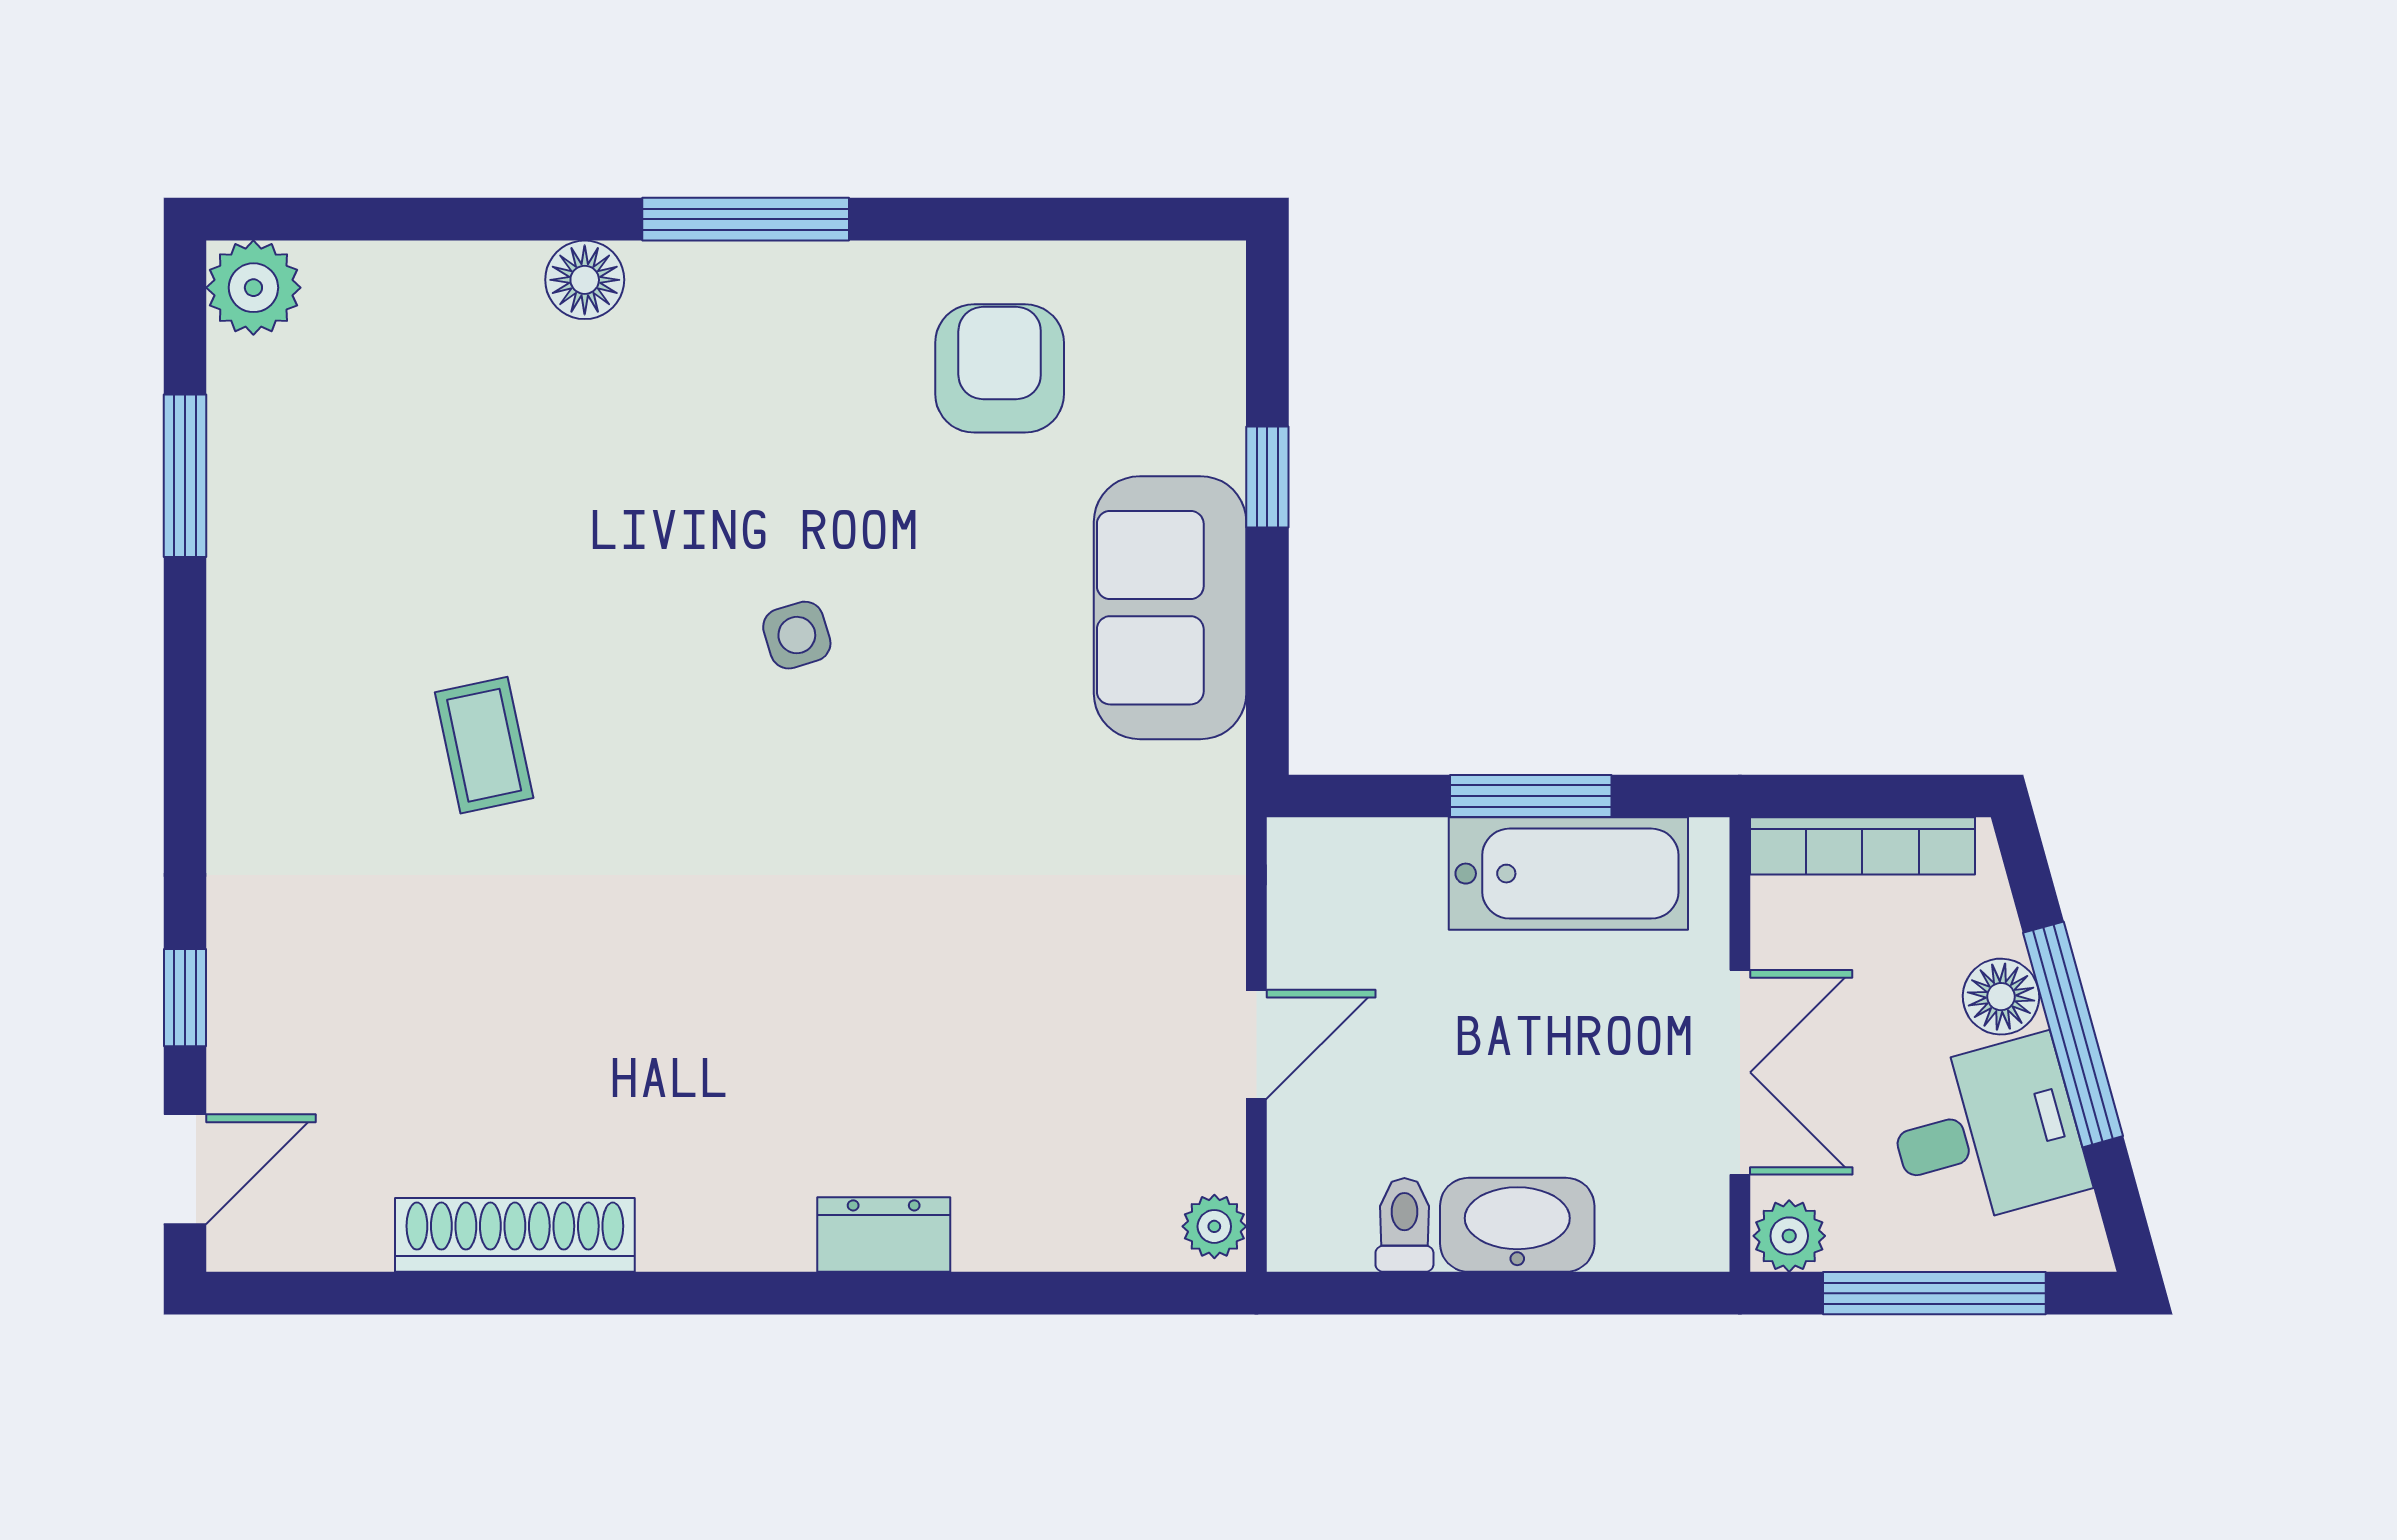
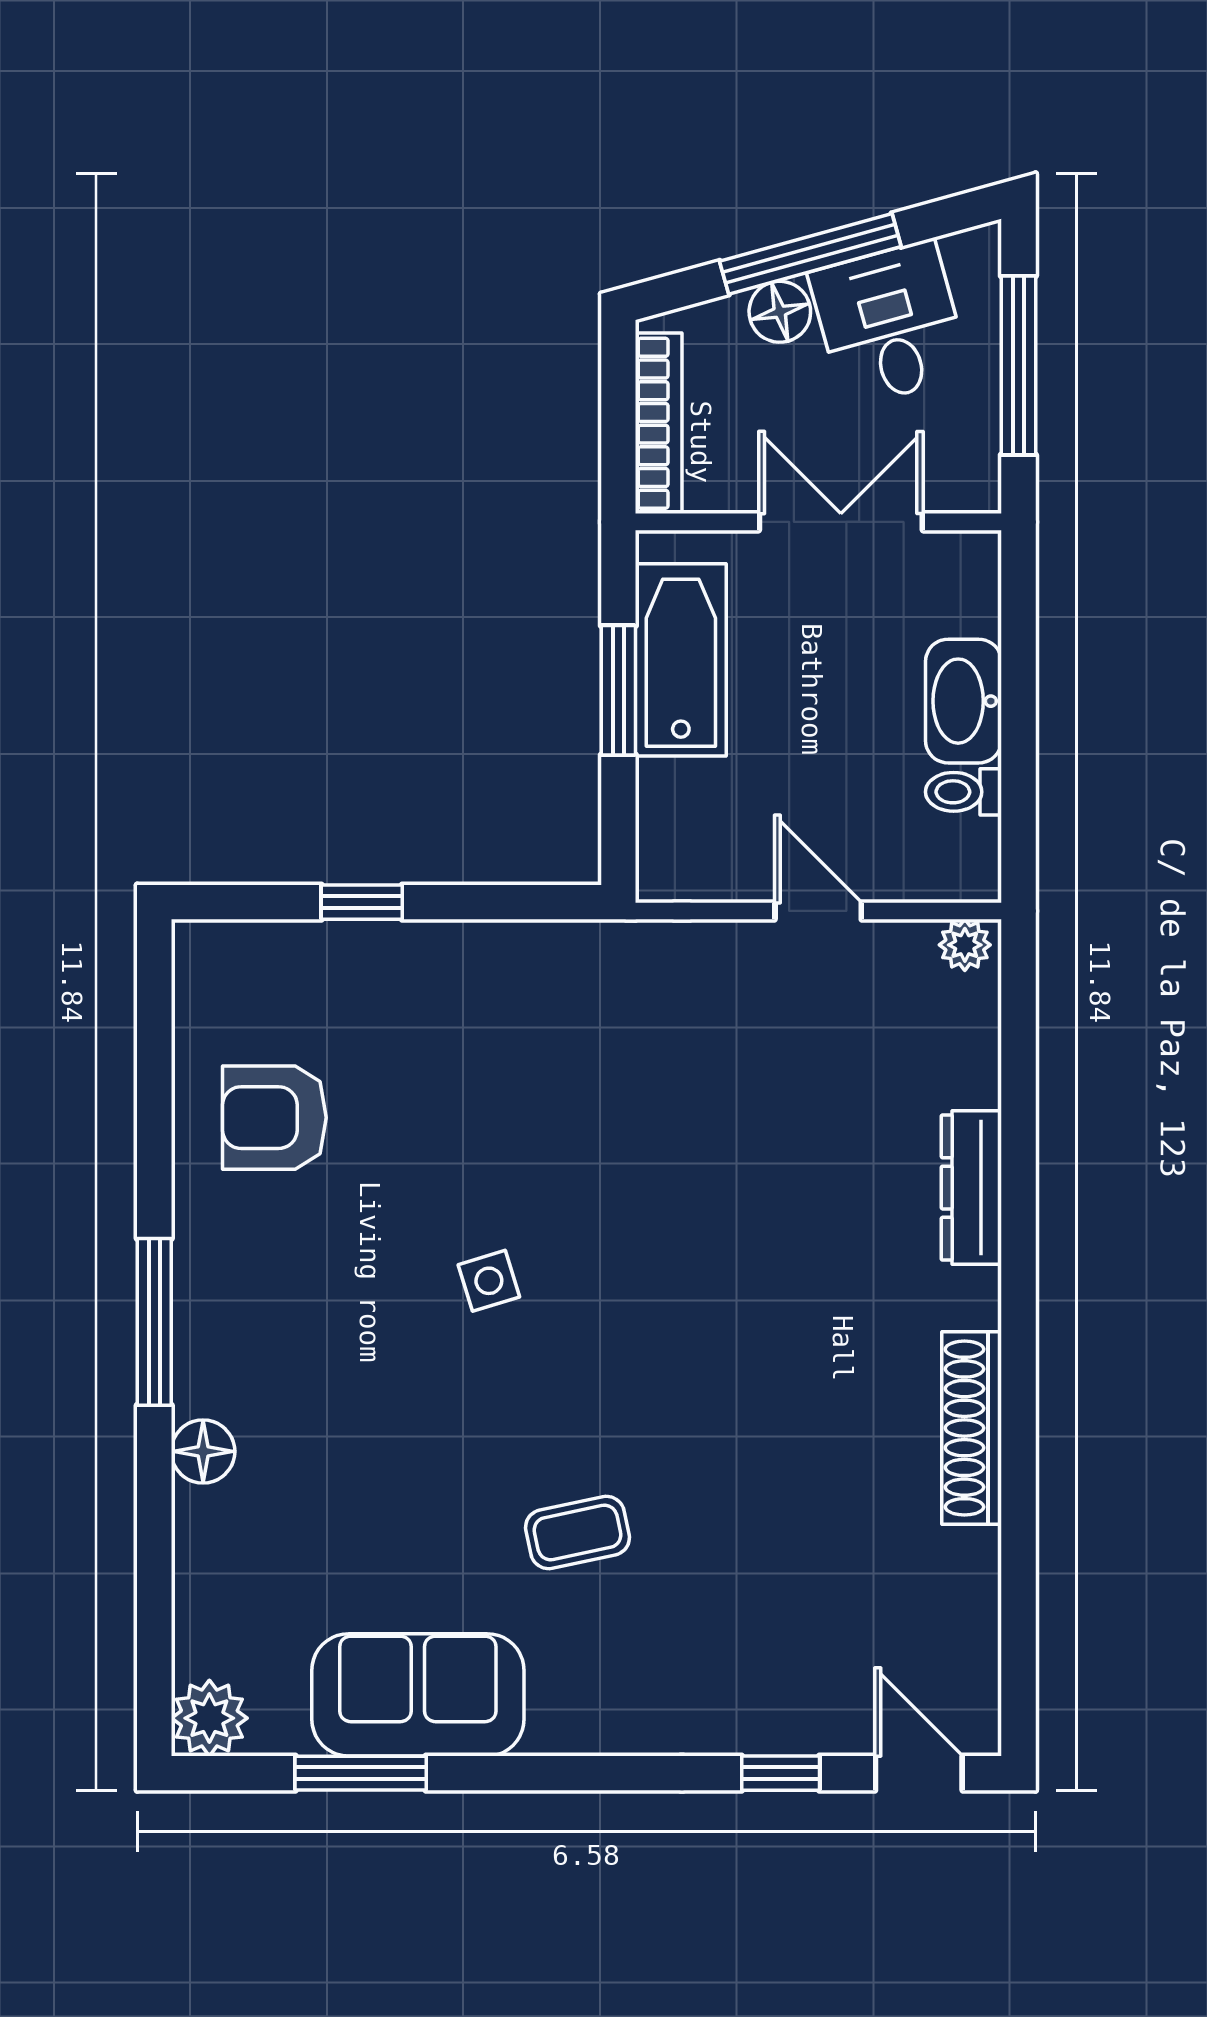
sofa: (1170, 608) -> (418, 1695), moved, turned 180
shoe rack: (515, 1235) -> (972, 1428), moved
dresser: (884, 1235) -> (971, 1188), width x1.44
plant: (1789, 1236) -> (972, 482), removed

